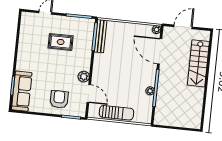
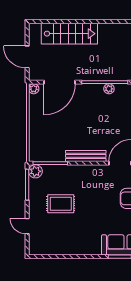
bench: (101, 36) -> (86, 156), moved
rug: (61, 42) -> (61, 204), turned 90
plant: (84, 77) -> (35, 171), moved

